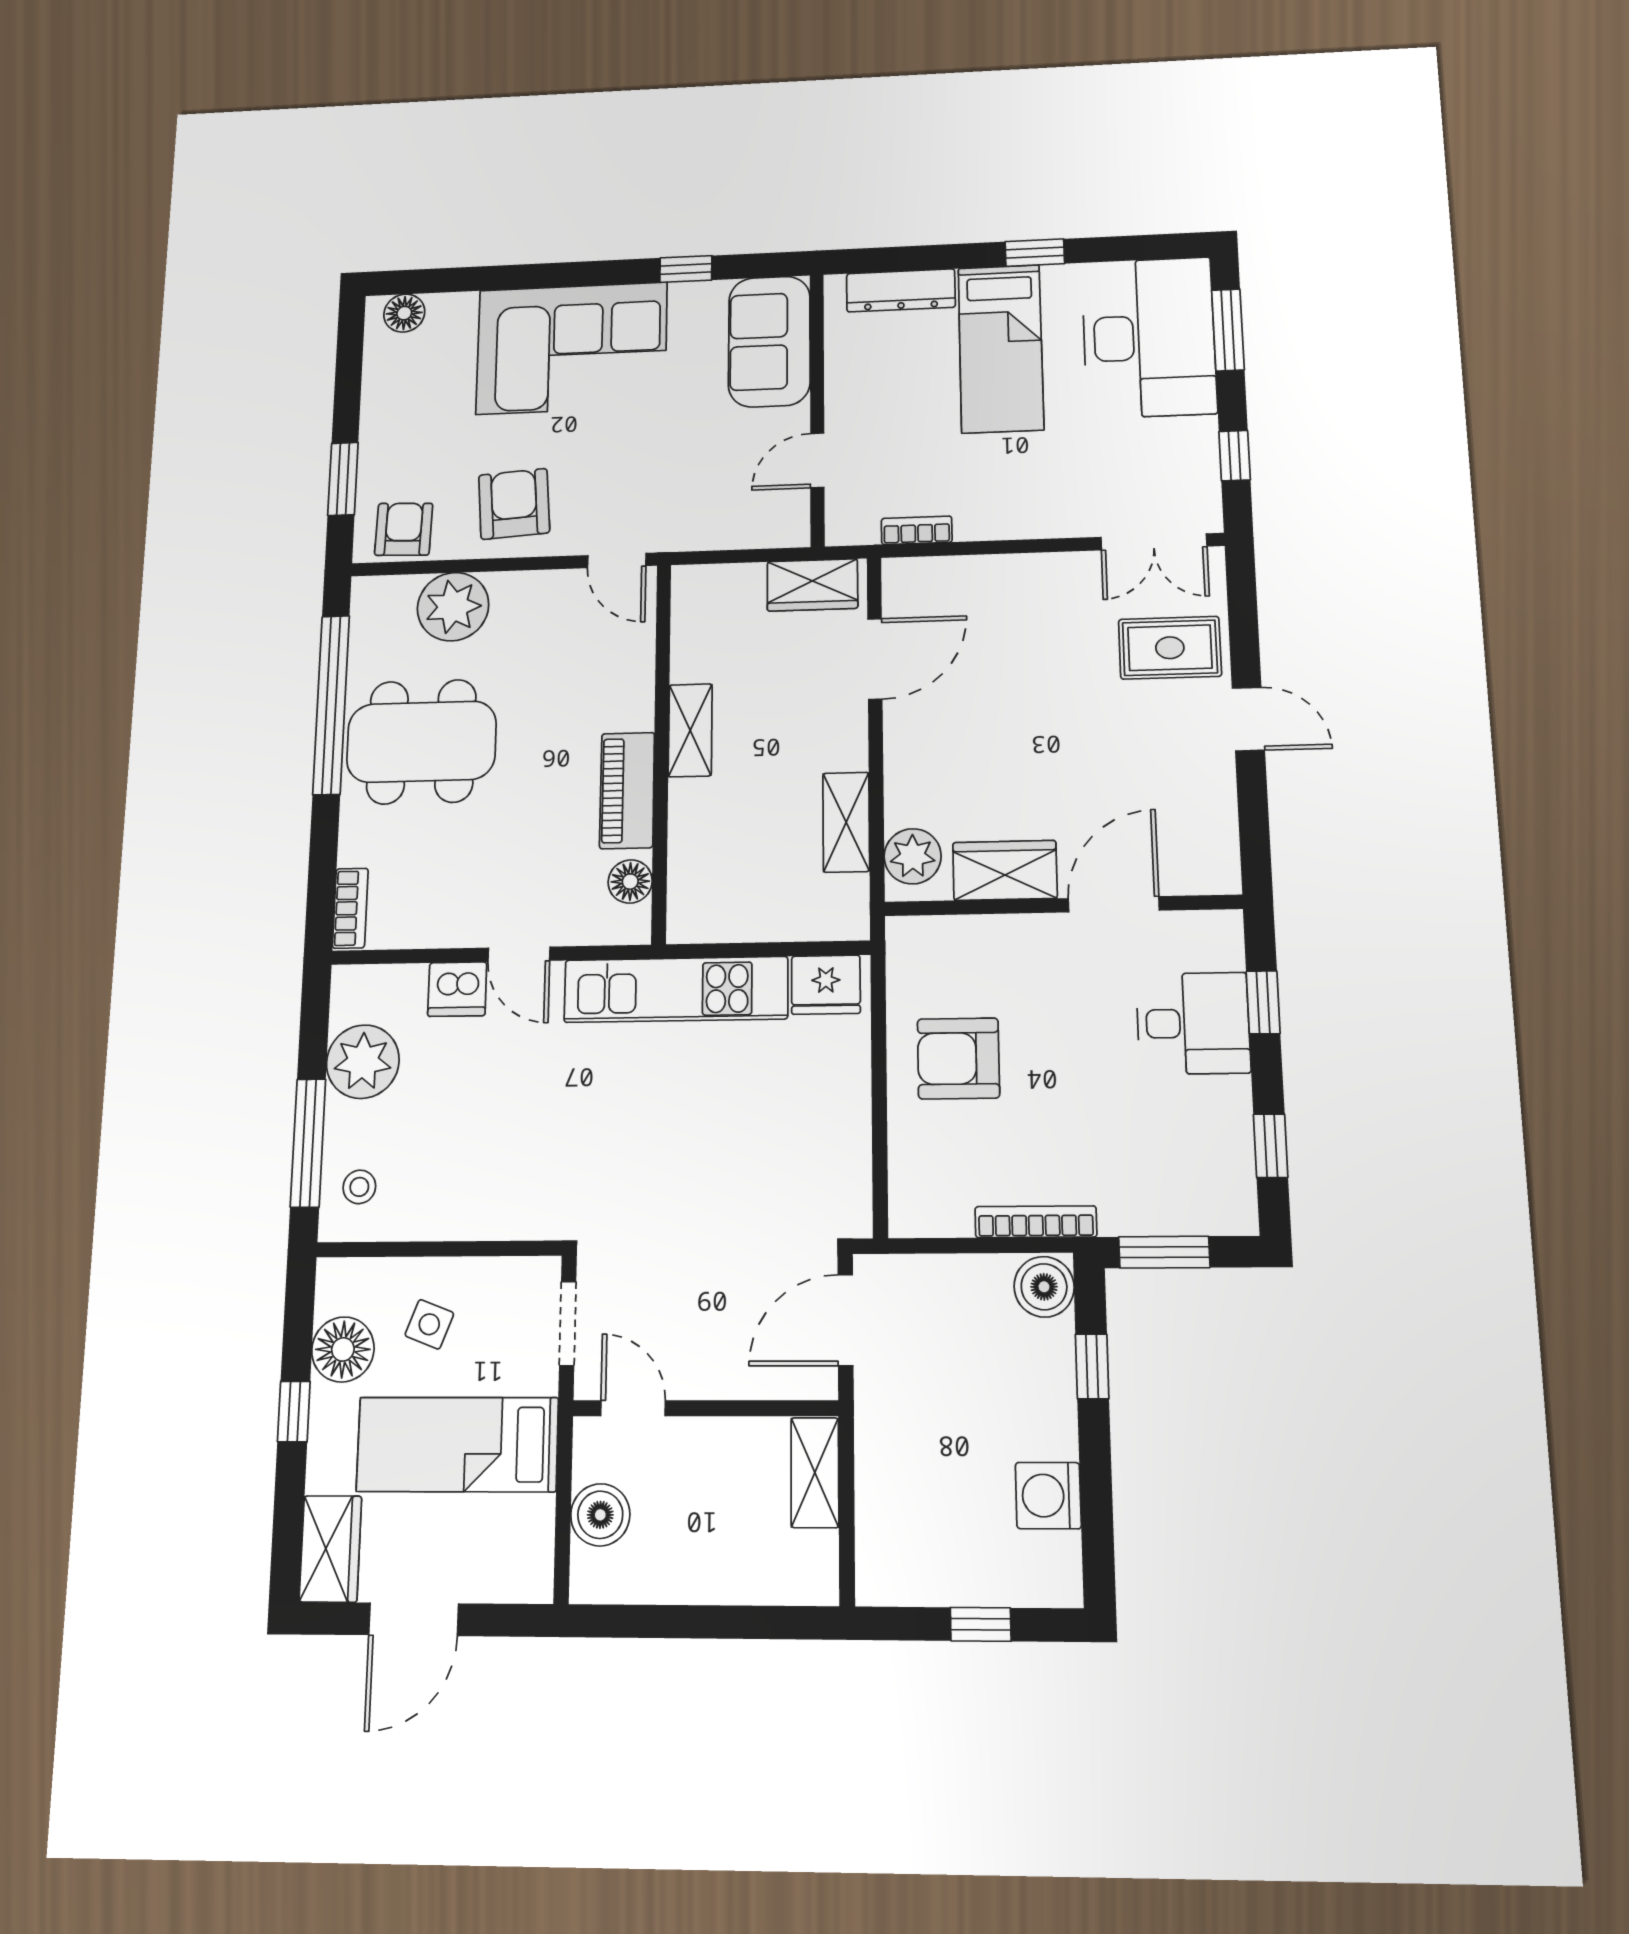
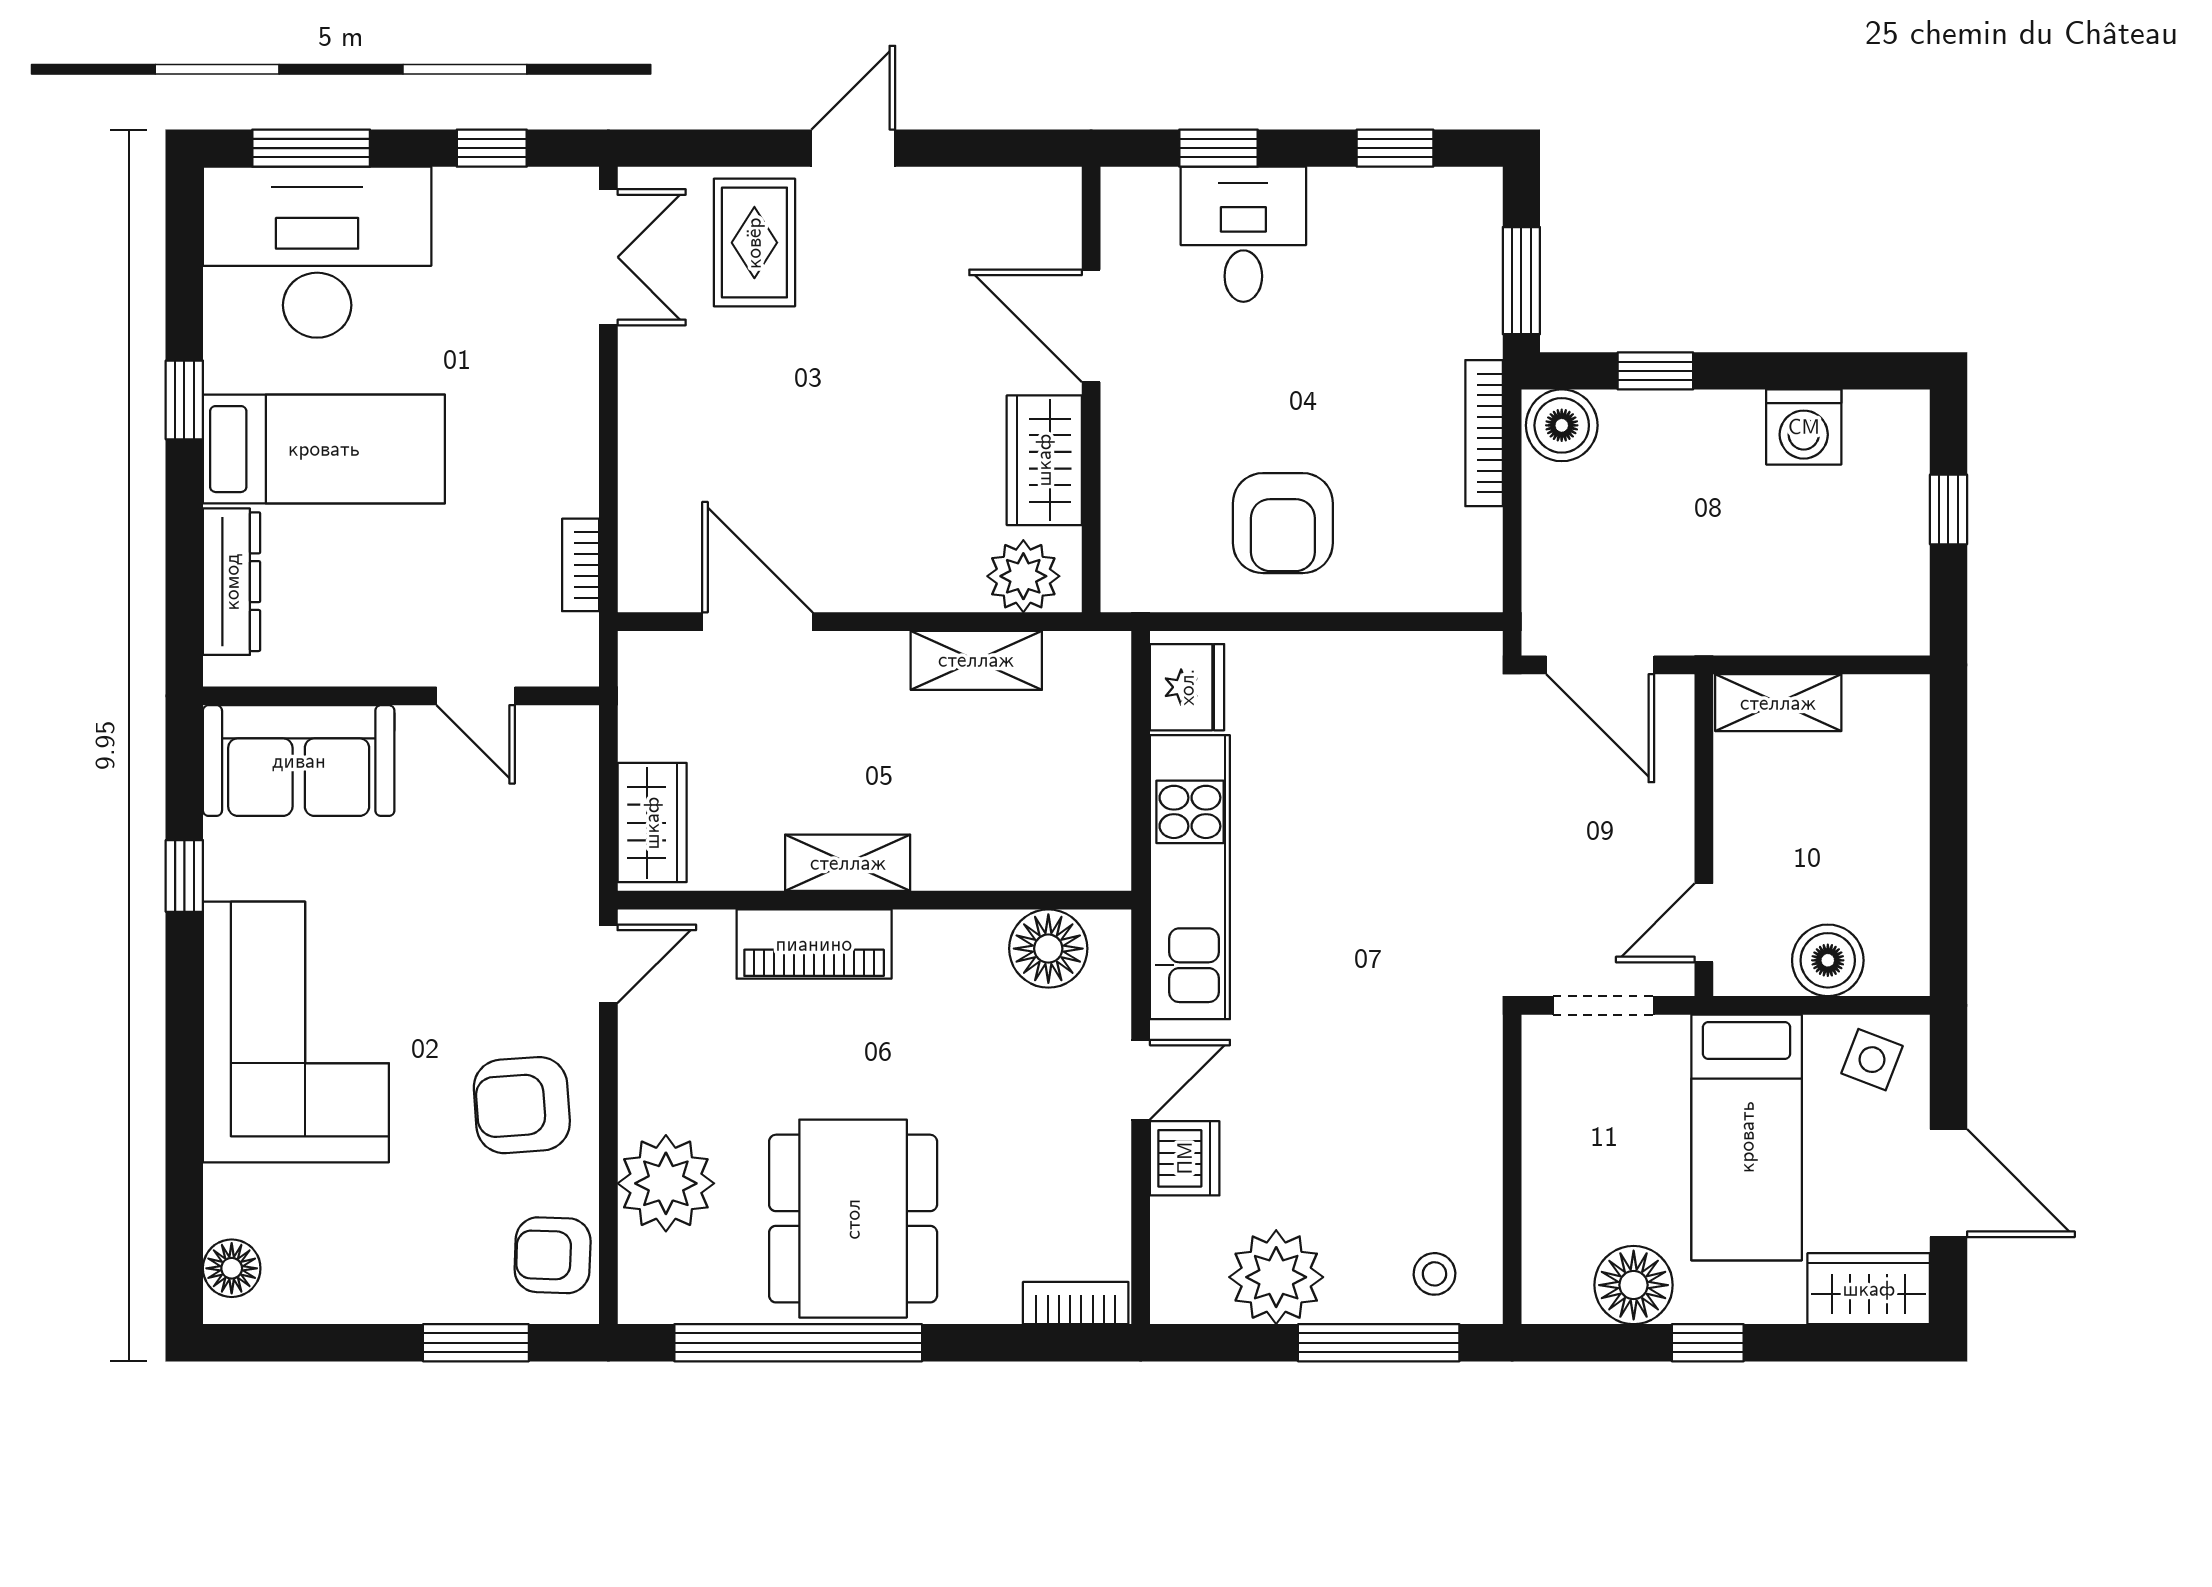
wardrobe: (812, 585) -> (652, 823), moved
piano: (627, 790) -> (814, 944), moved
floor lamp: (630, 882) -> (1048, 949), width x1.38, depth x1.38
side table: (429, 1324) -> (1872, 1060), moved

